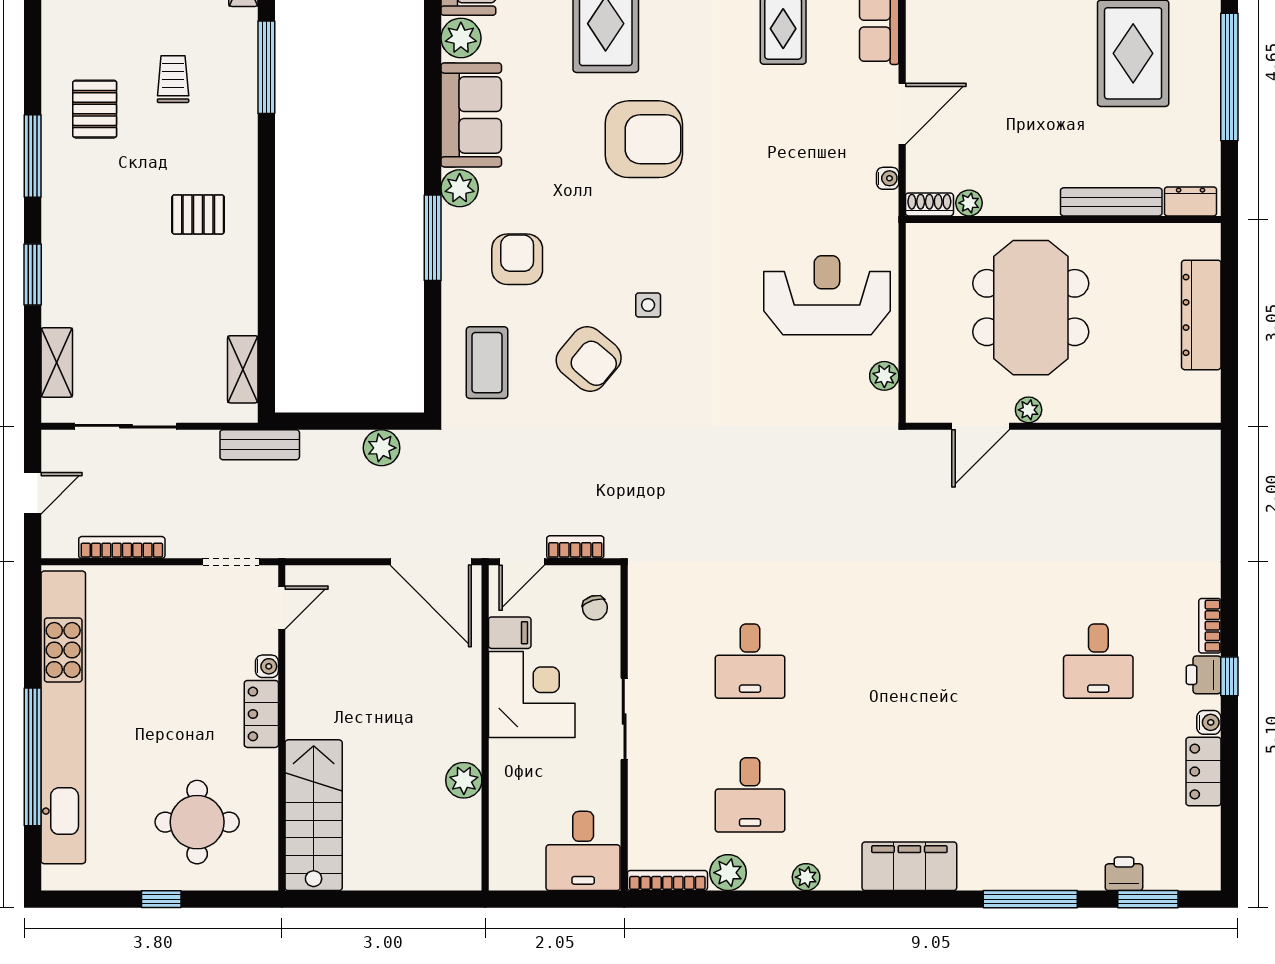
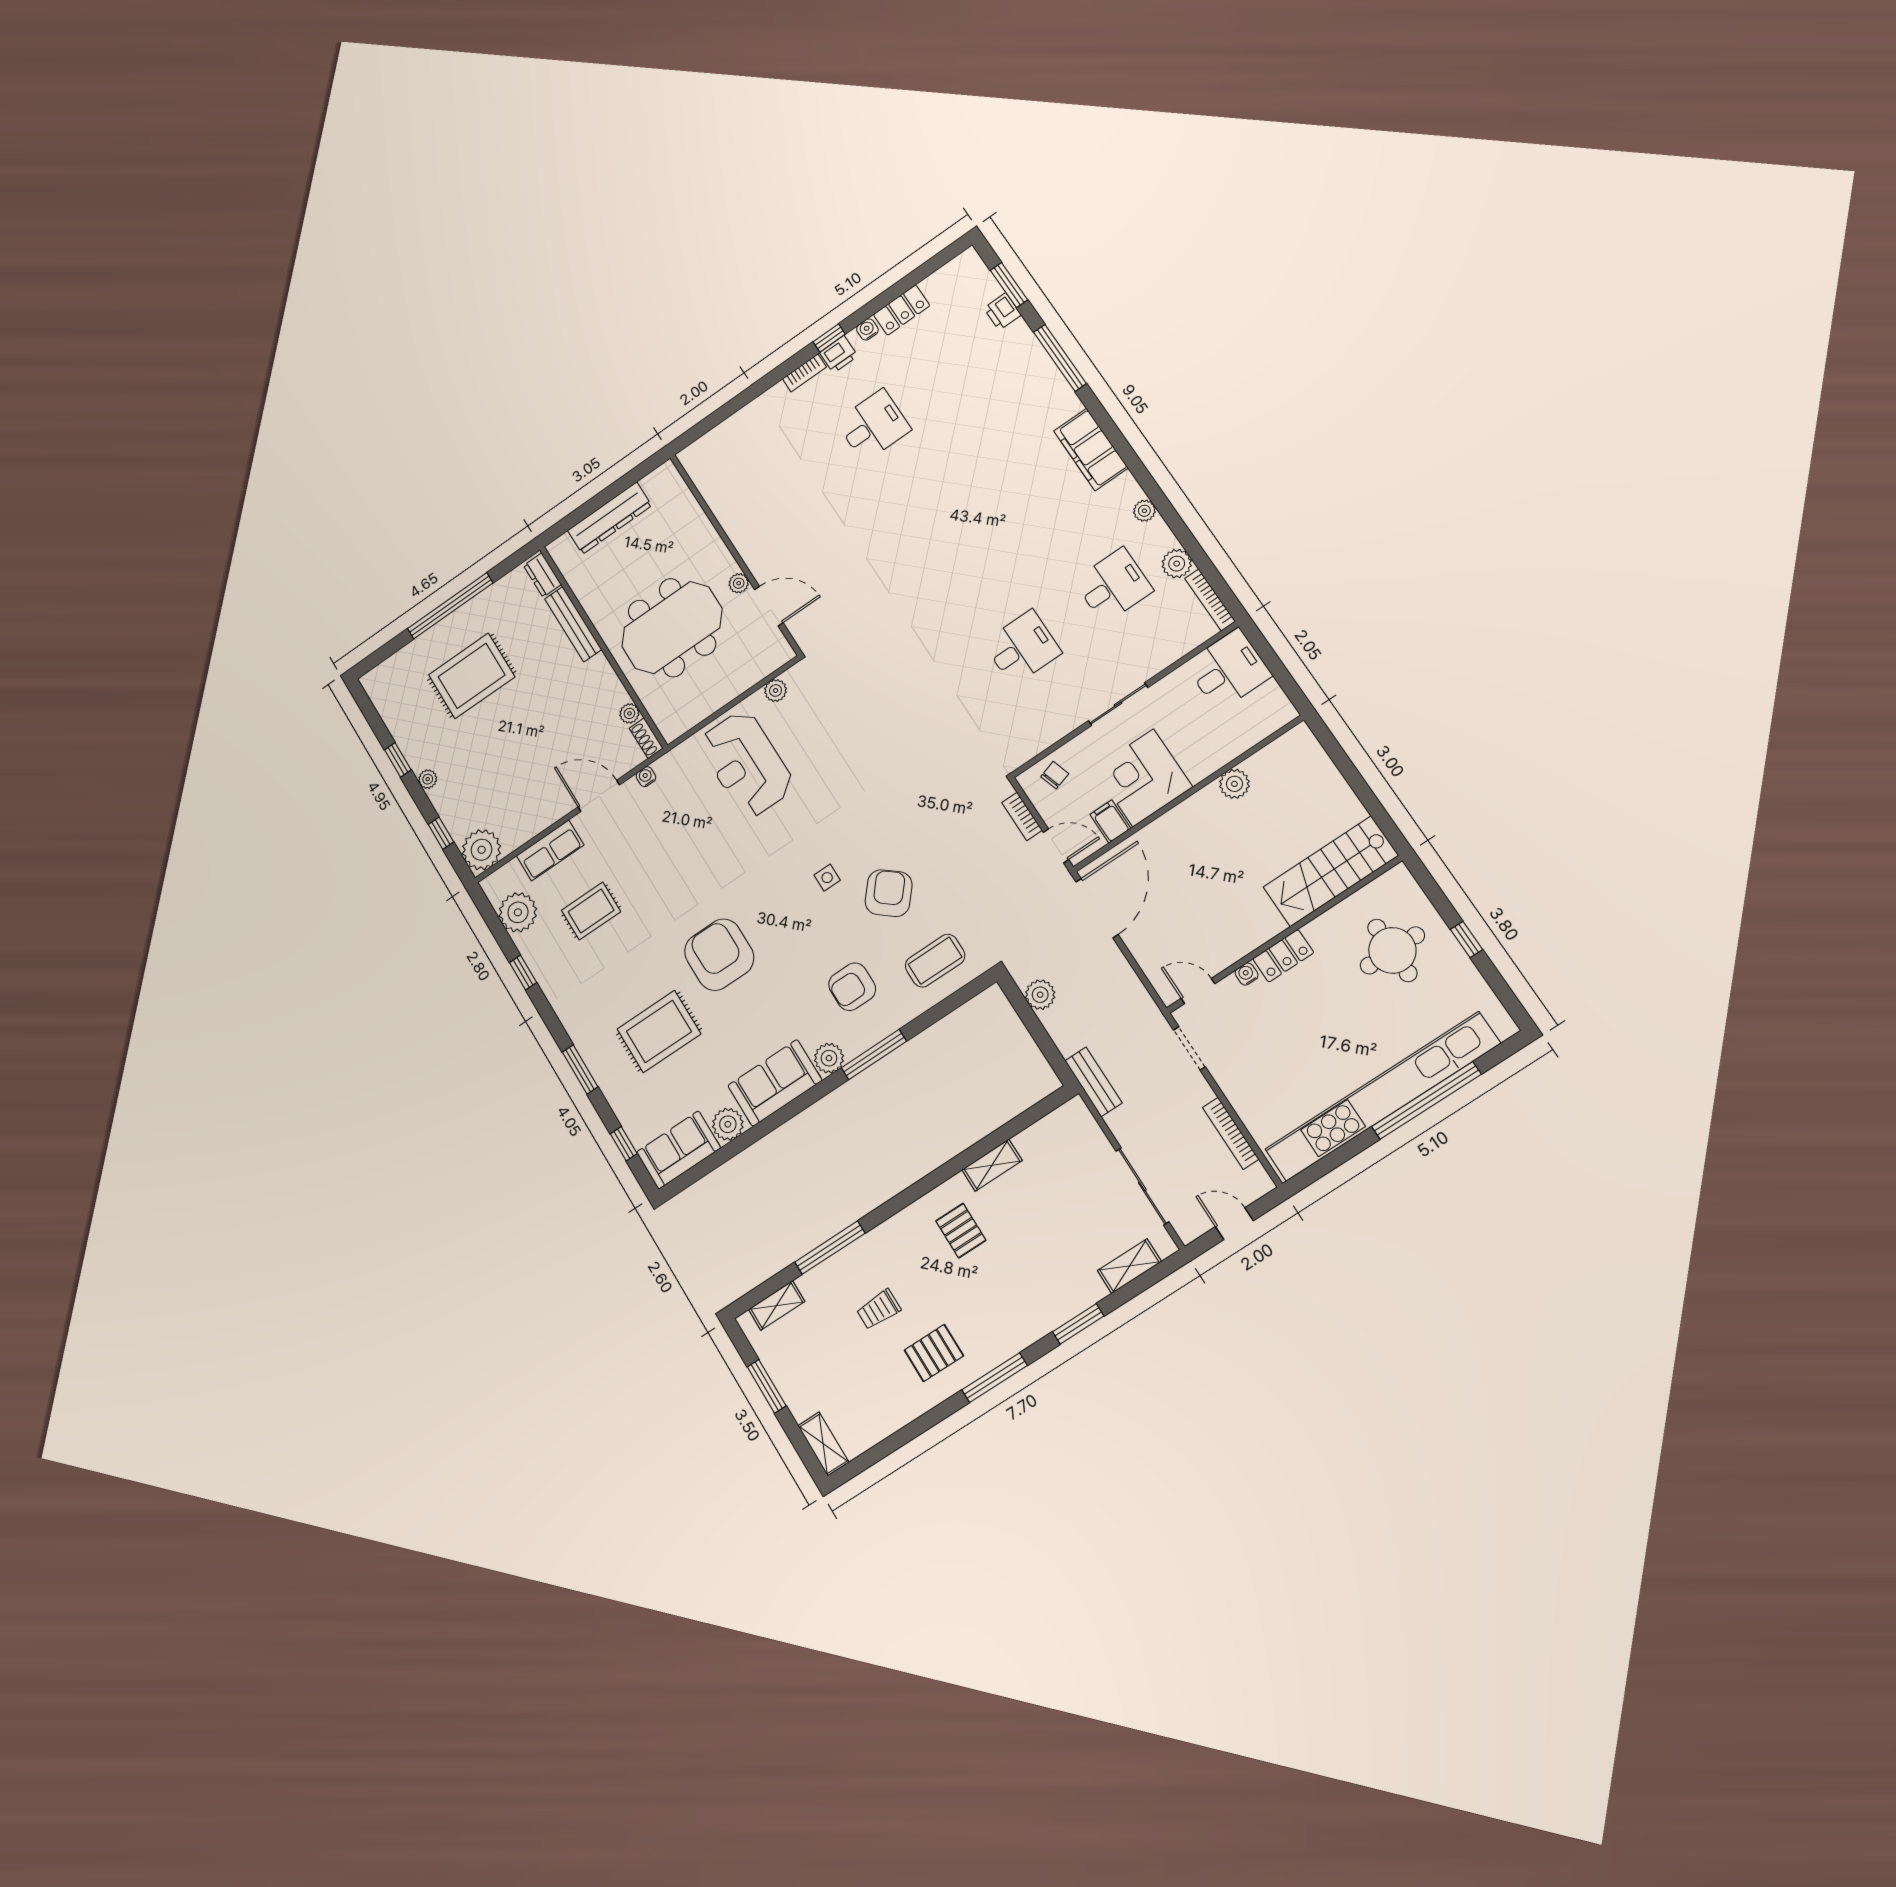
shelving: (243, 369) -> (992, 1165), moved

